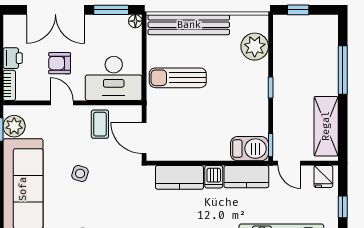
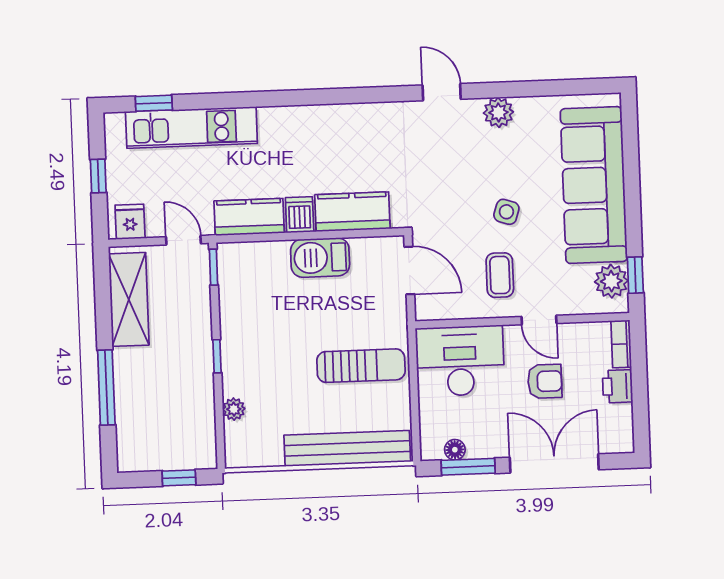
floor lamp: (135, 21) -> (455, 450), moved
plant: (255, 47) -> (234, 409), width x0.53, depth x0.53
coffee table: (100, 124) -> (500, 275), moved
barbecue: (249, 149) -> (320, 258), moved

